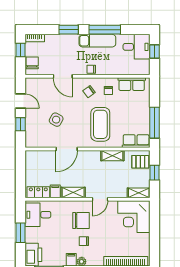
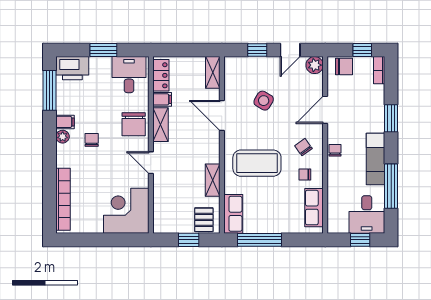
window: (105, 30) -> (391, 186), moved
plant: (31, 84) -> (315, 65), added
shelving: (139, 193) -> (213, 72), moved
chair: (81, 221) -> (134, 124), moved

